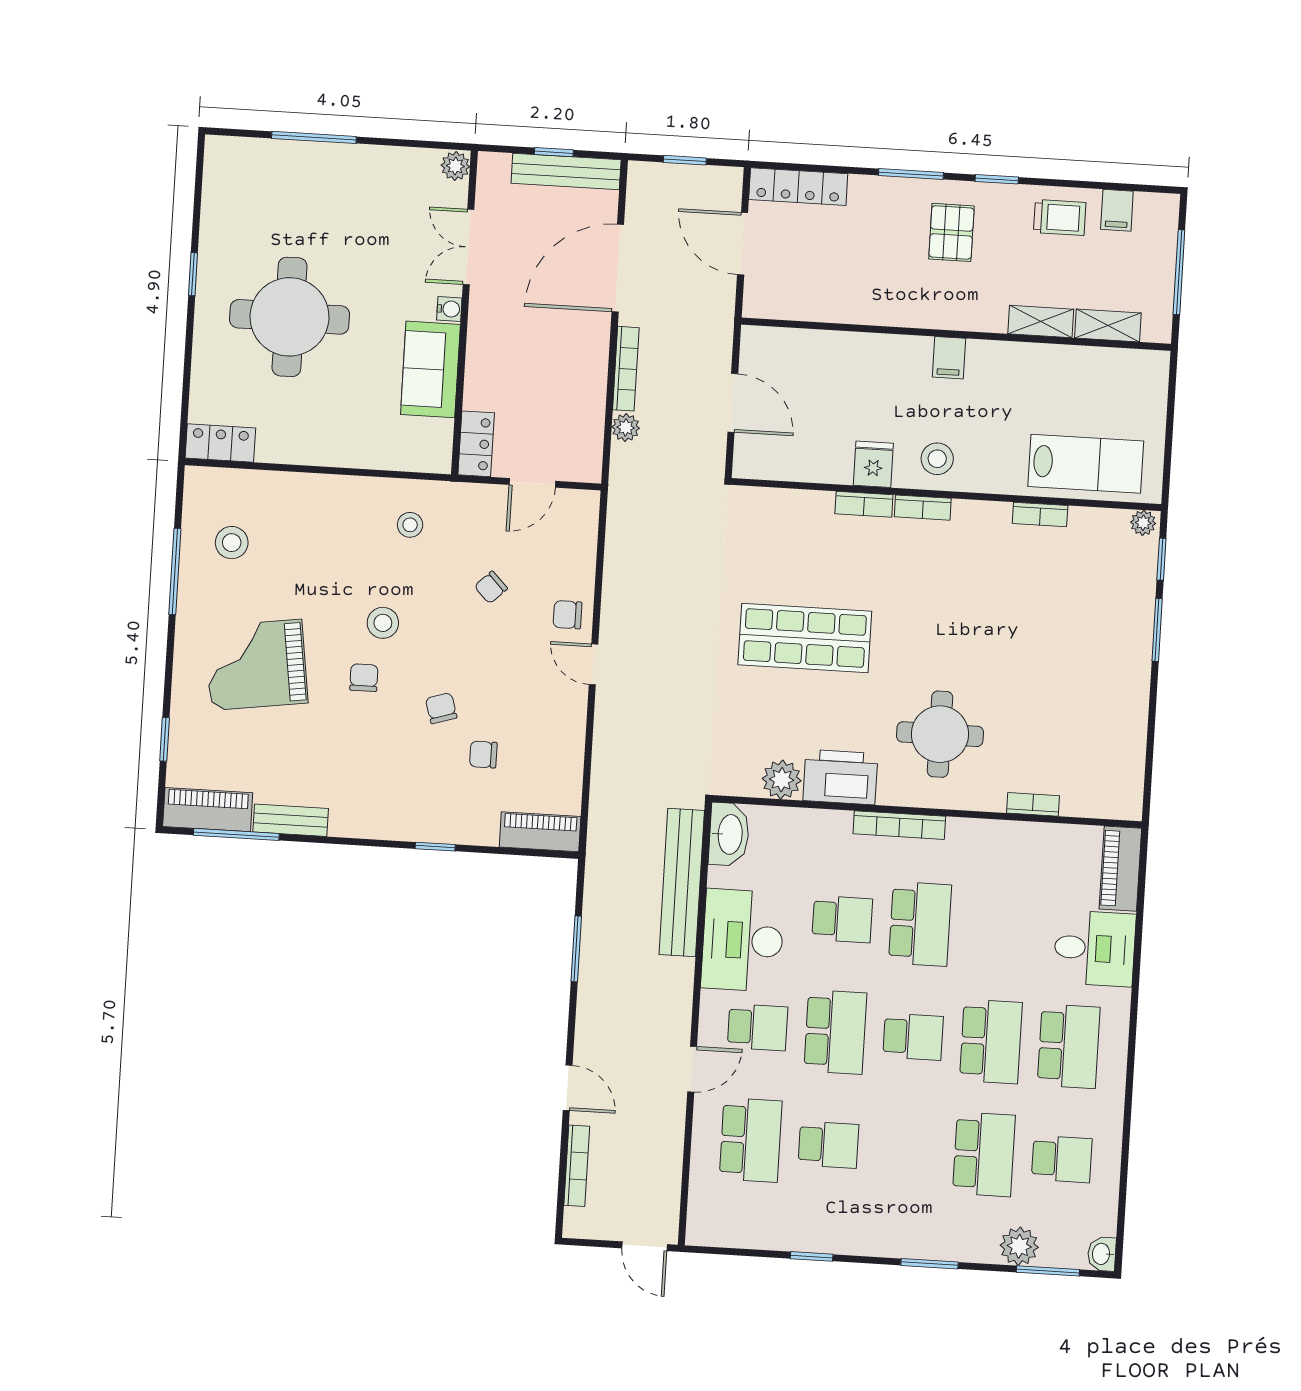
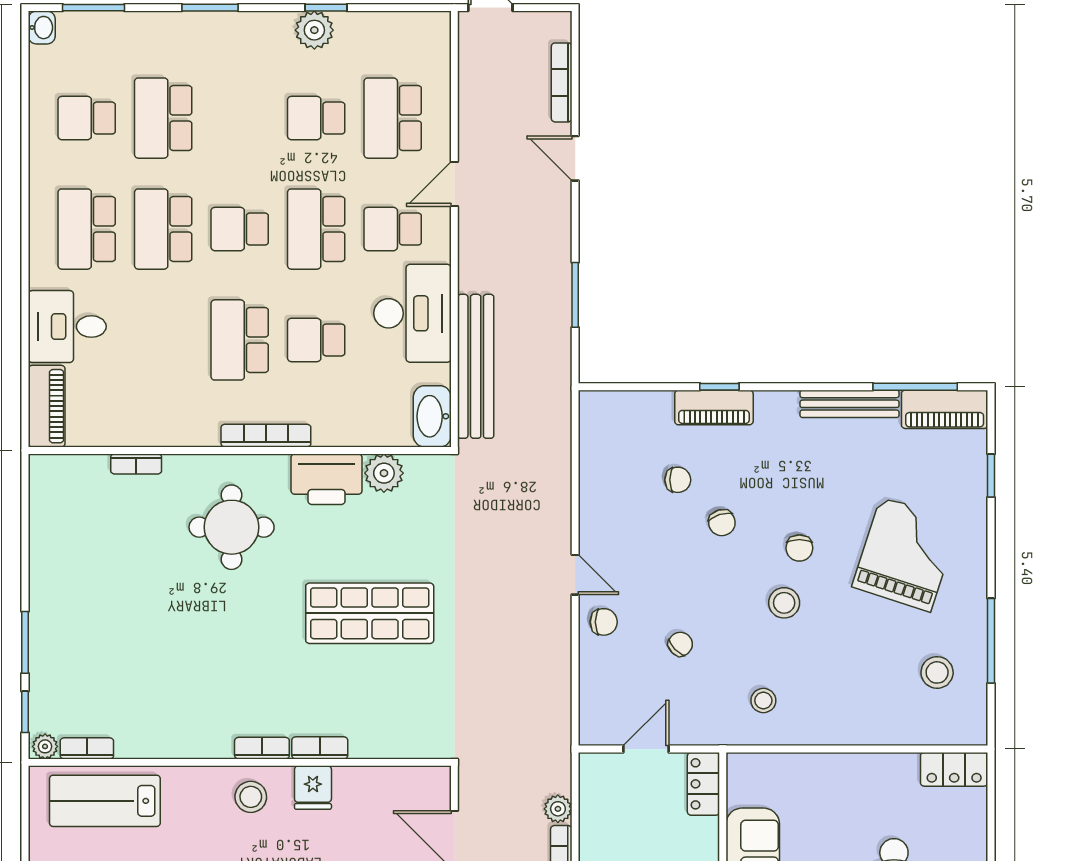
bookcase: (1040, 515) -> (87, 748), moved
grand piano: (256, 665) -> (906, 554), turned -64
bench: (291, 820) -> (850, 404), width x1.36
piano: (540, 832) -> (714, 407), moved
plant: (1019, 1246) -> (314, 30), moved

